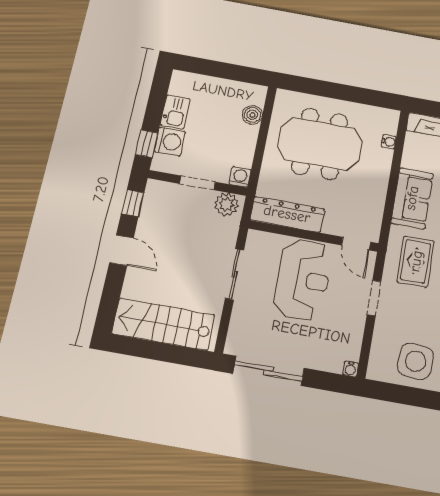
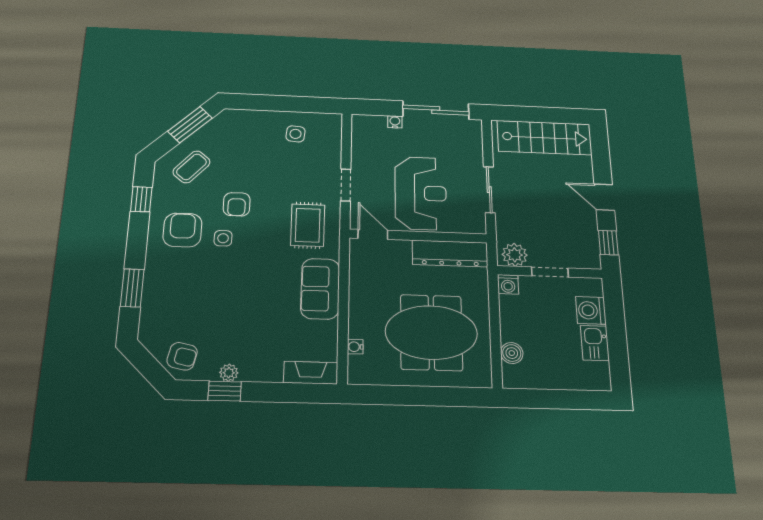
window: (147, 144) -> (614, 304), removed
reception desk: (303, 280) -> (421, 193), turned 180
side table: (415, 361) -> (296, 134), width x0.54, depth x0.54
water cooler: (351, 369) -> (395, 122), moved

